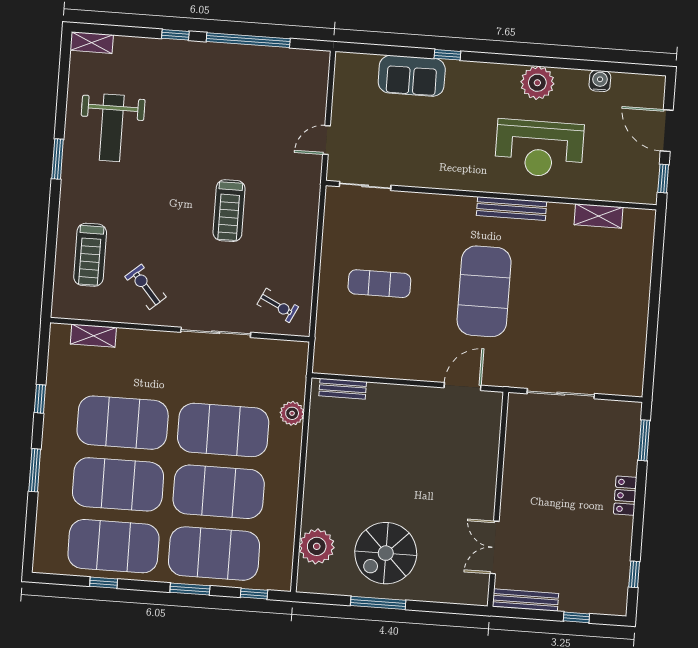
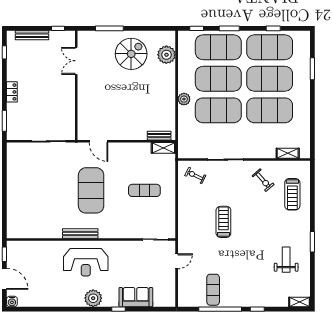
exercise mat: (259, 79) -> (213, 290), added
water cooler: (600, 81) -> (12, 301), moved
plant: (537, 83) -> (93, 298), moved
weight bench: (112, 128) -> (286, 260), width x0.73, depth x0.75
reception desk: (539, 149) -> (86, 262), moved, turned 180
shelving: (598, 216) -> (163, 148), moved
treadmill: (90, 255) -> (292, 194), turned 180
door: (462, 386) -> (98, 141), hinge flipped
window: (40, 399) -> (312, 119), removed
plant: (292, 413) -> (184, 99), moved
window: (35, 470) -> (312, 69), moved
double door: (494, 547) -> (76, 61), swing flipped
bench: (525, 600) -> (32, 35), moved
window: (378, 603) -> (109, 28), moved
window: (576, 617) -> (58, 28), moved

